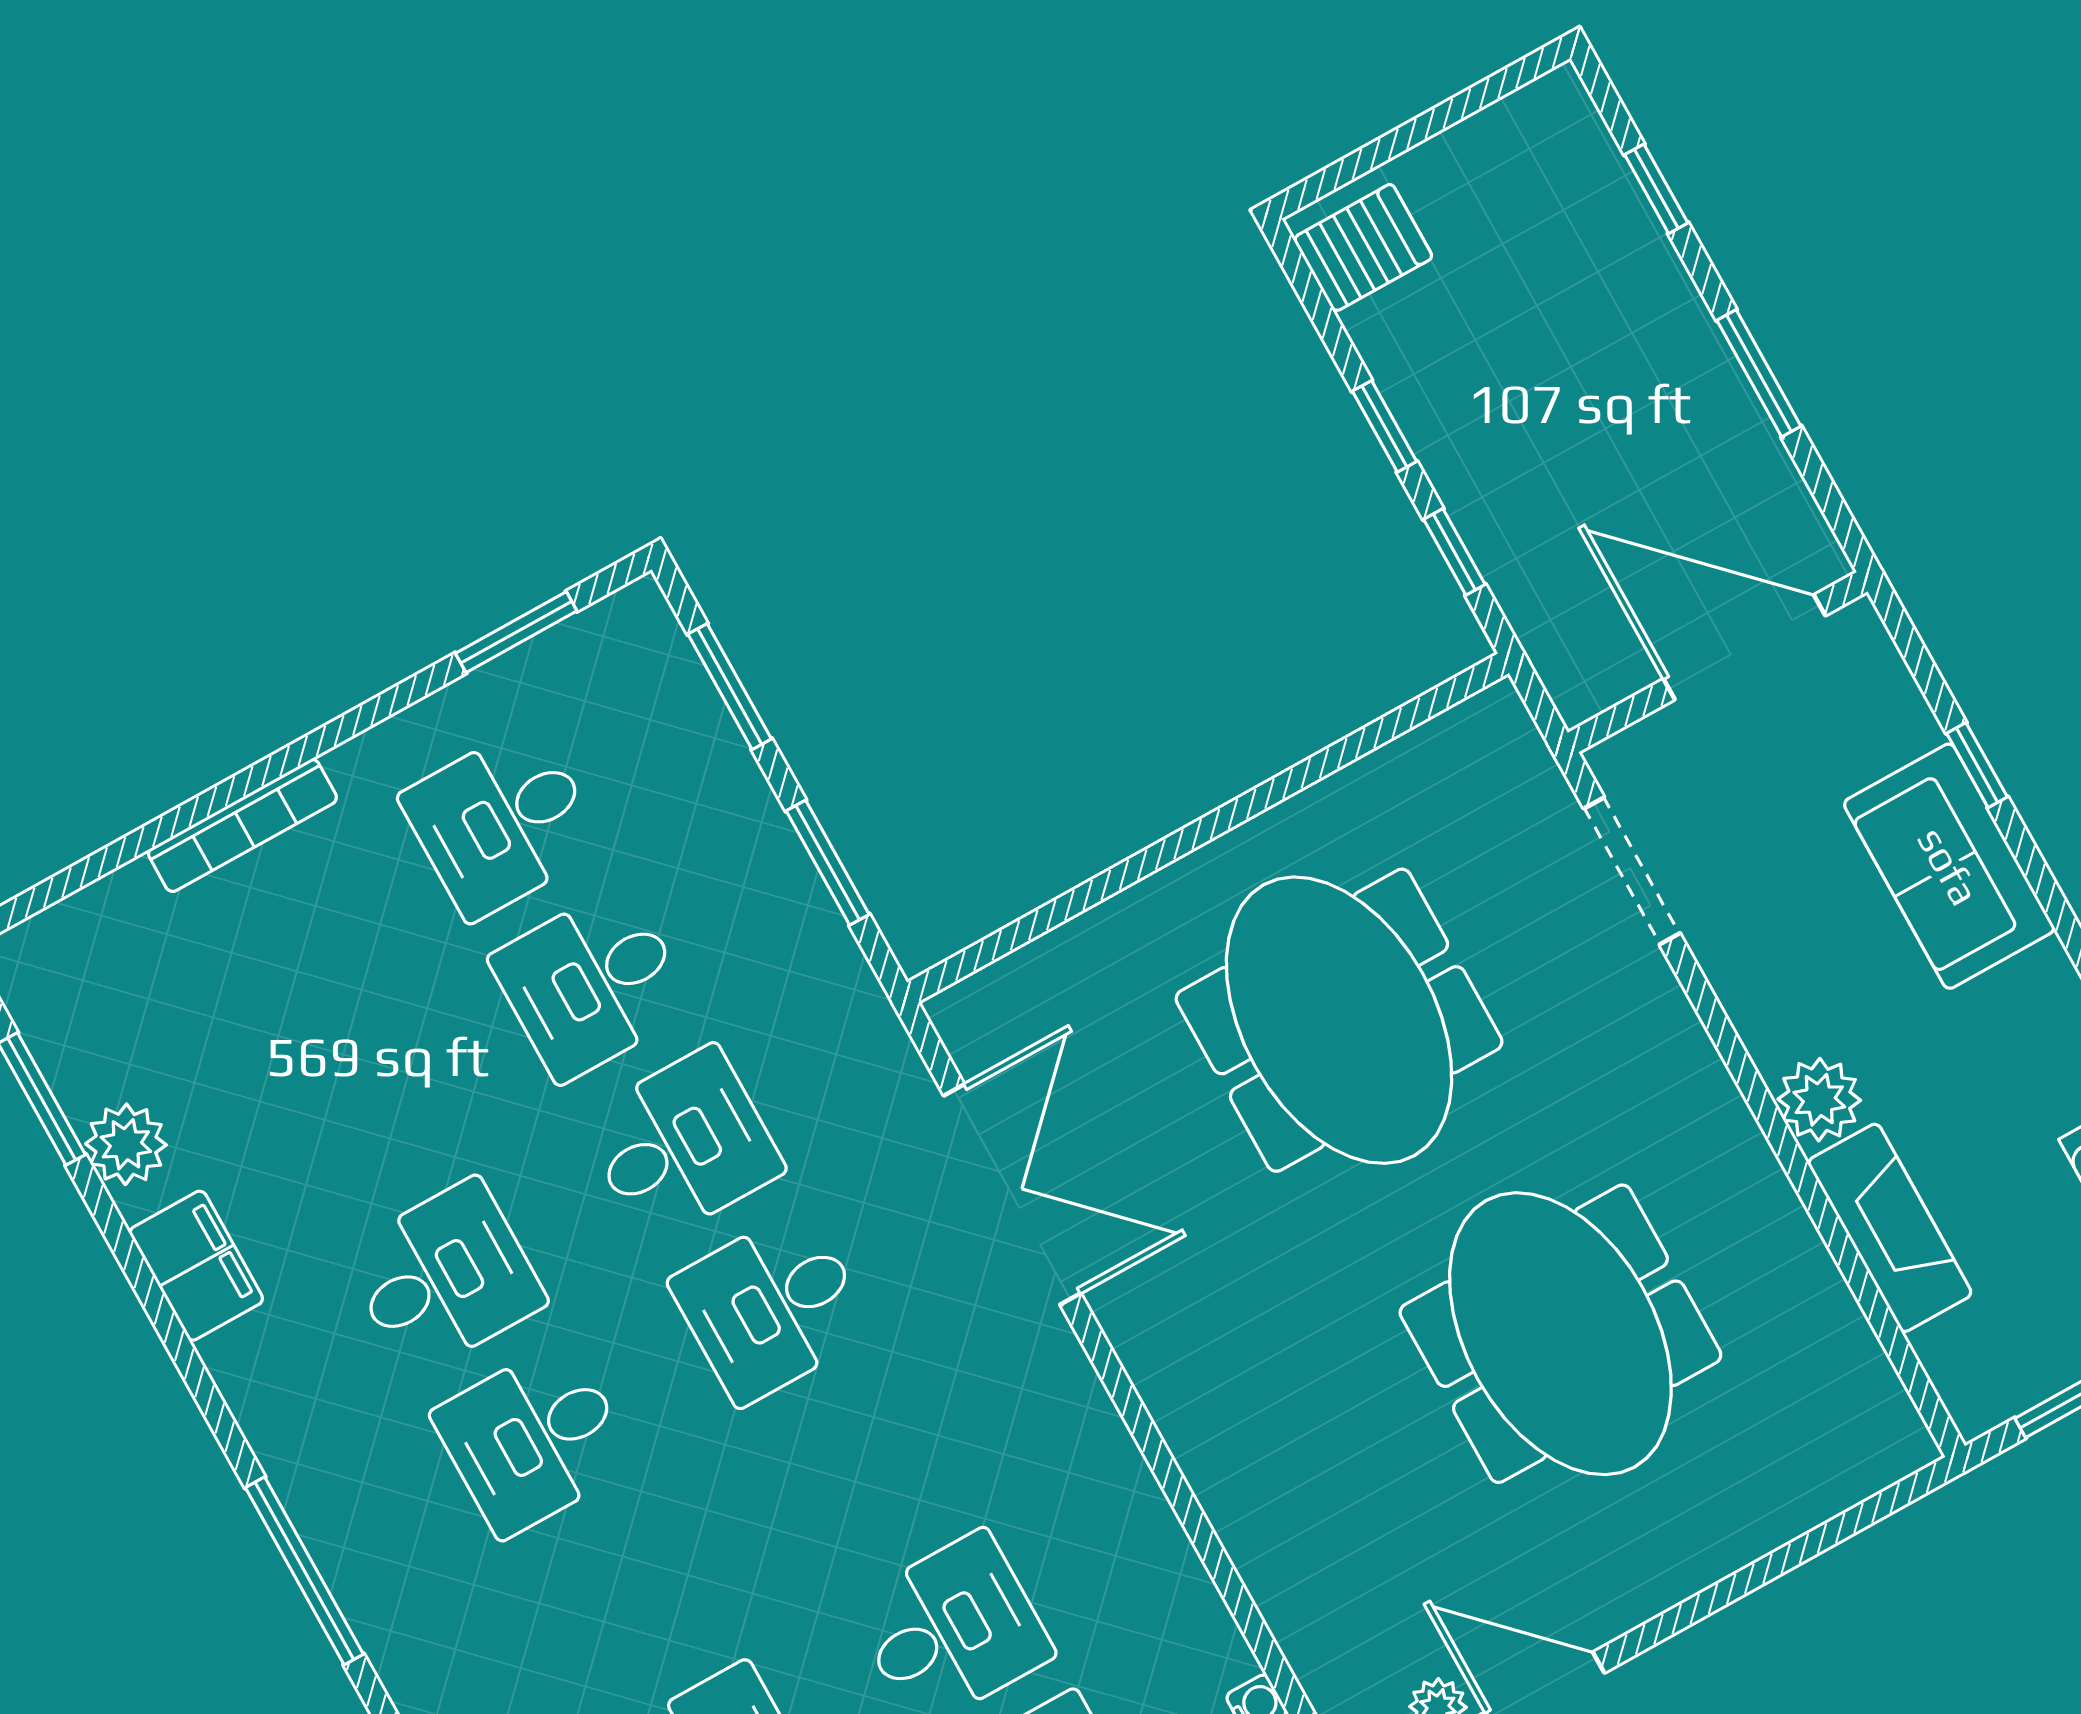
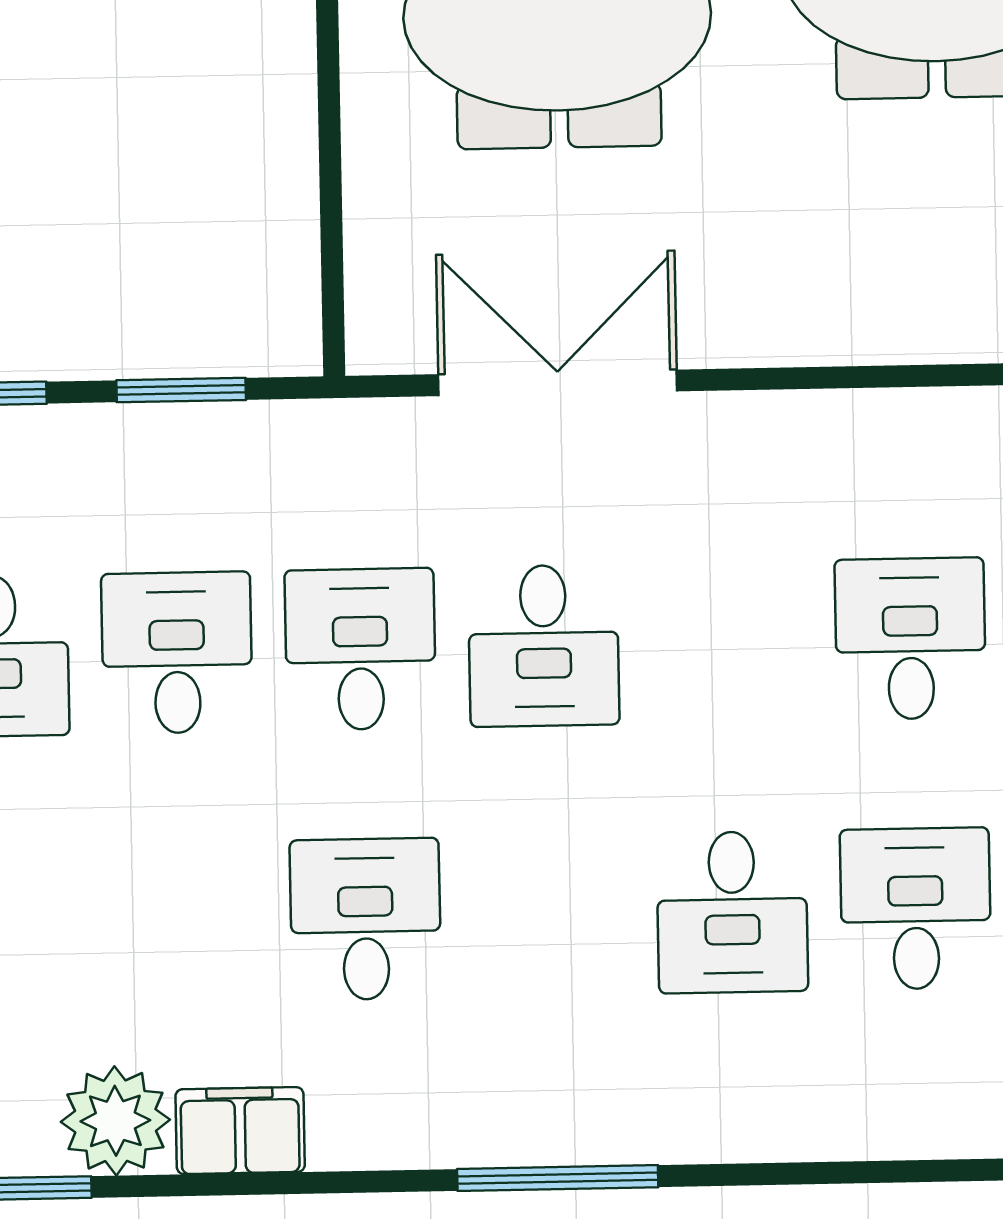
desk: (592, 983) -> (177, 653), turned 180
plant: (126, 1144) -> (115, 1121), width x1.36, depth x1.36
desk: (534, 1439) -> (732, 912), moved

